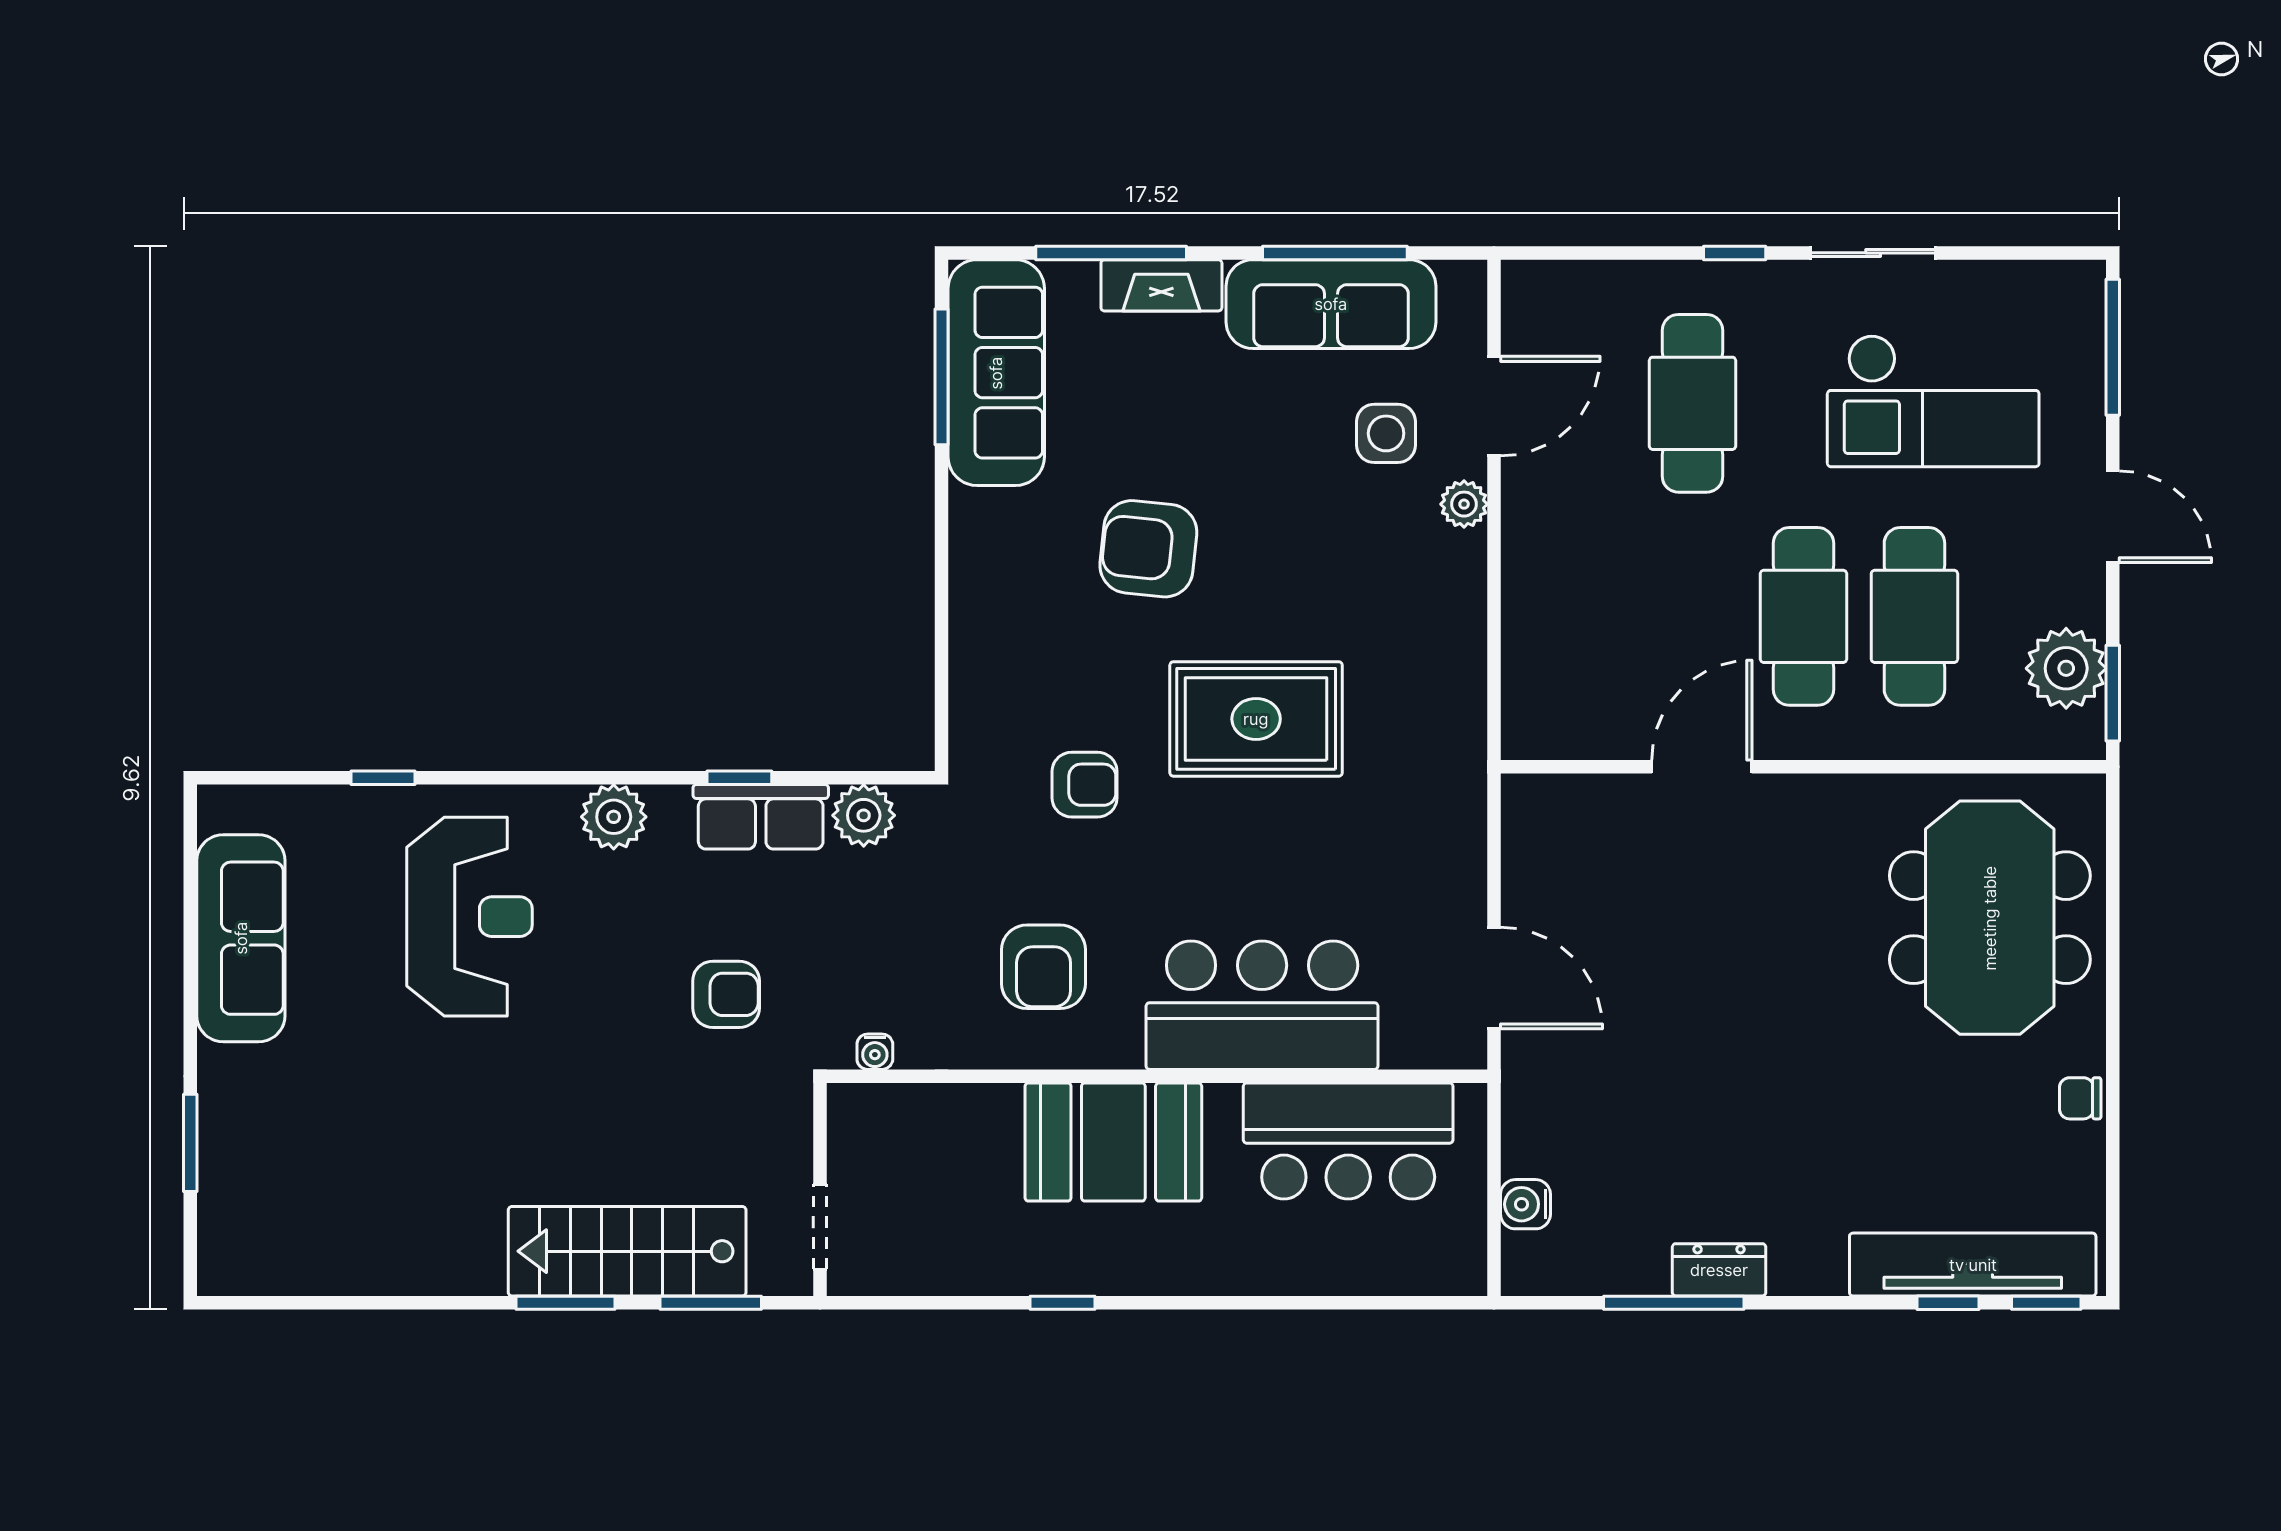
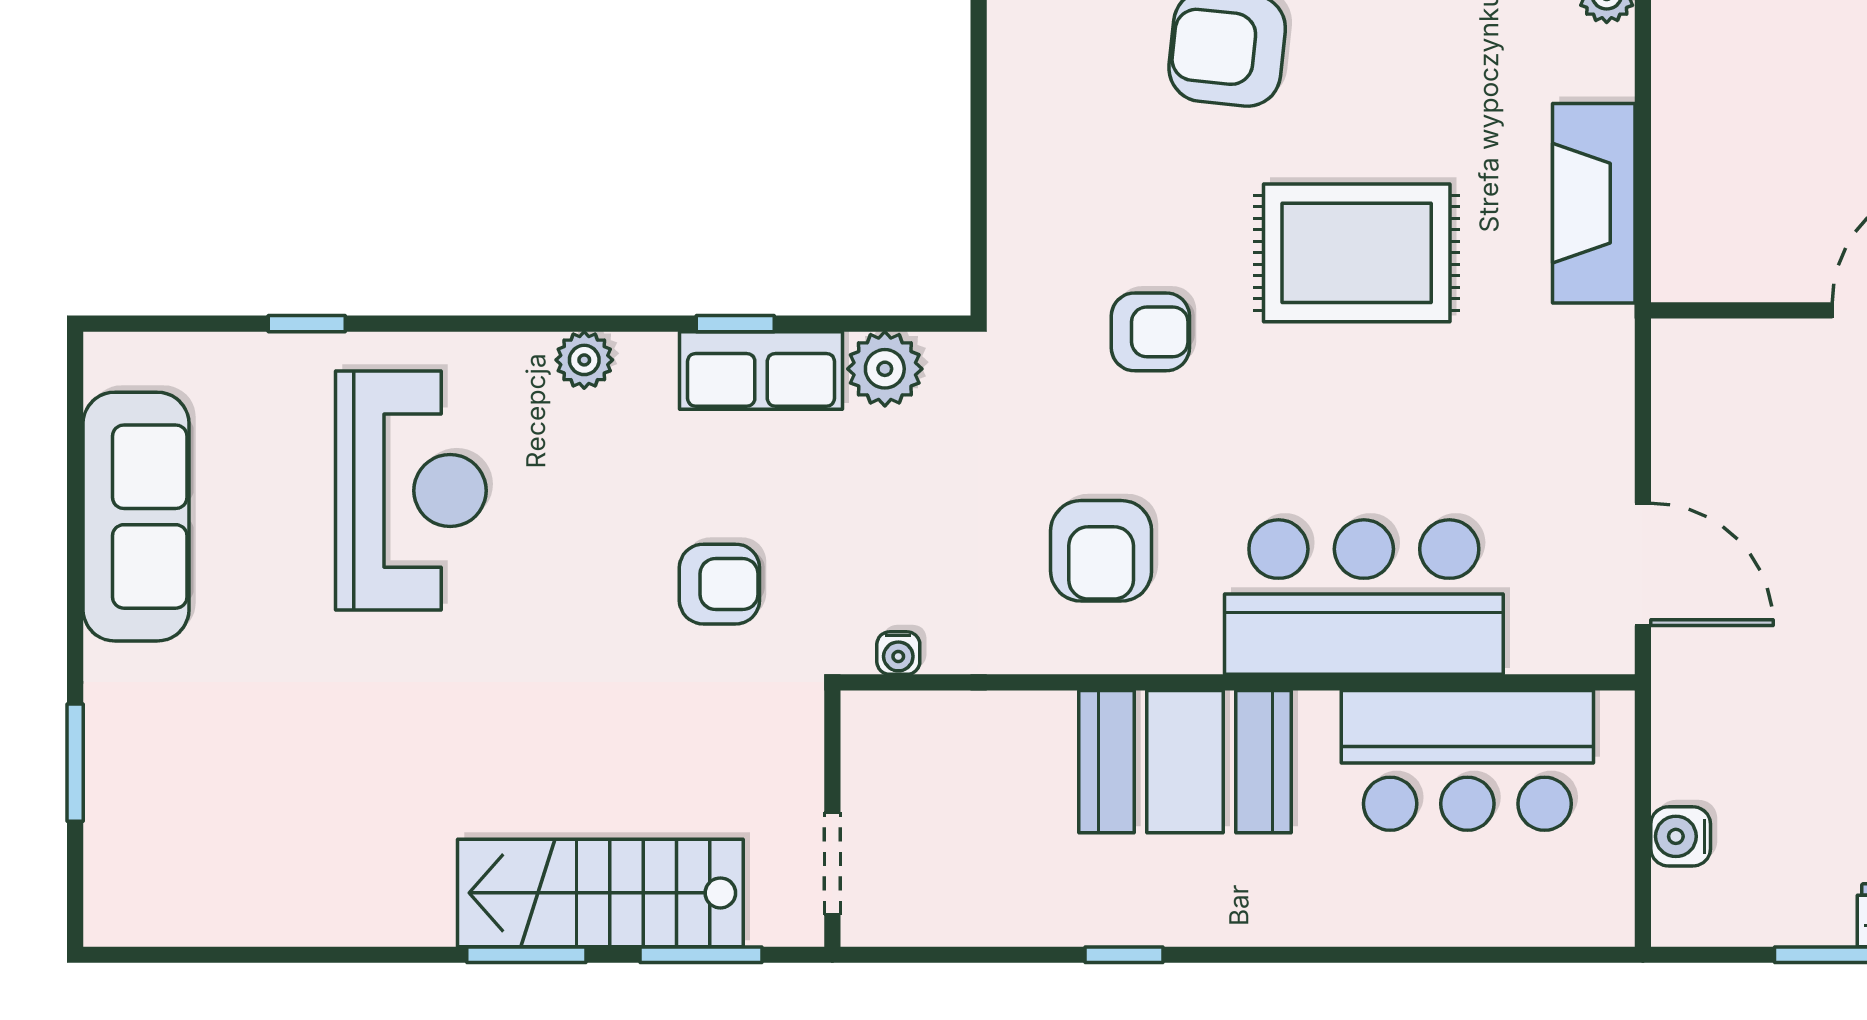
fireplace: (1453, 678) -> (1594, 203), added
plant: (614, 817) -> (584, 360), width x0.73, depth x0.73

